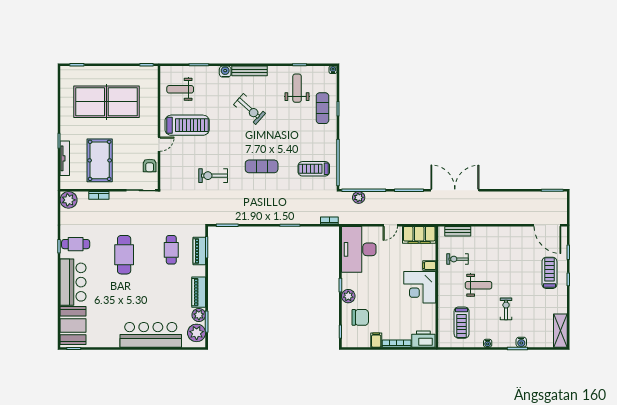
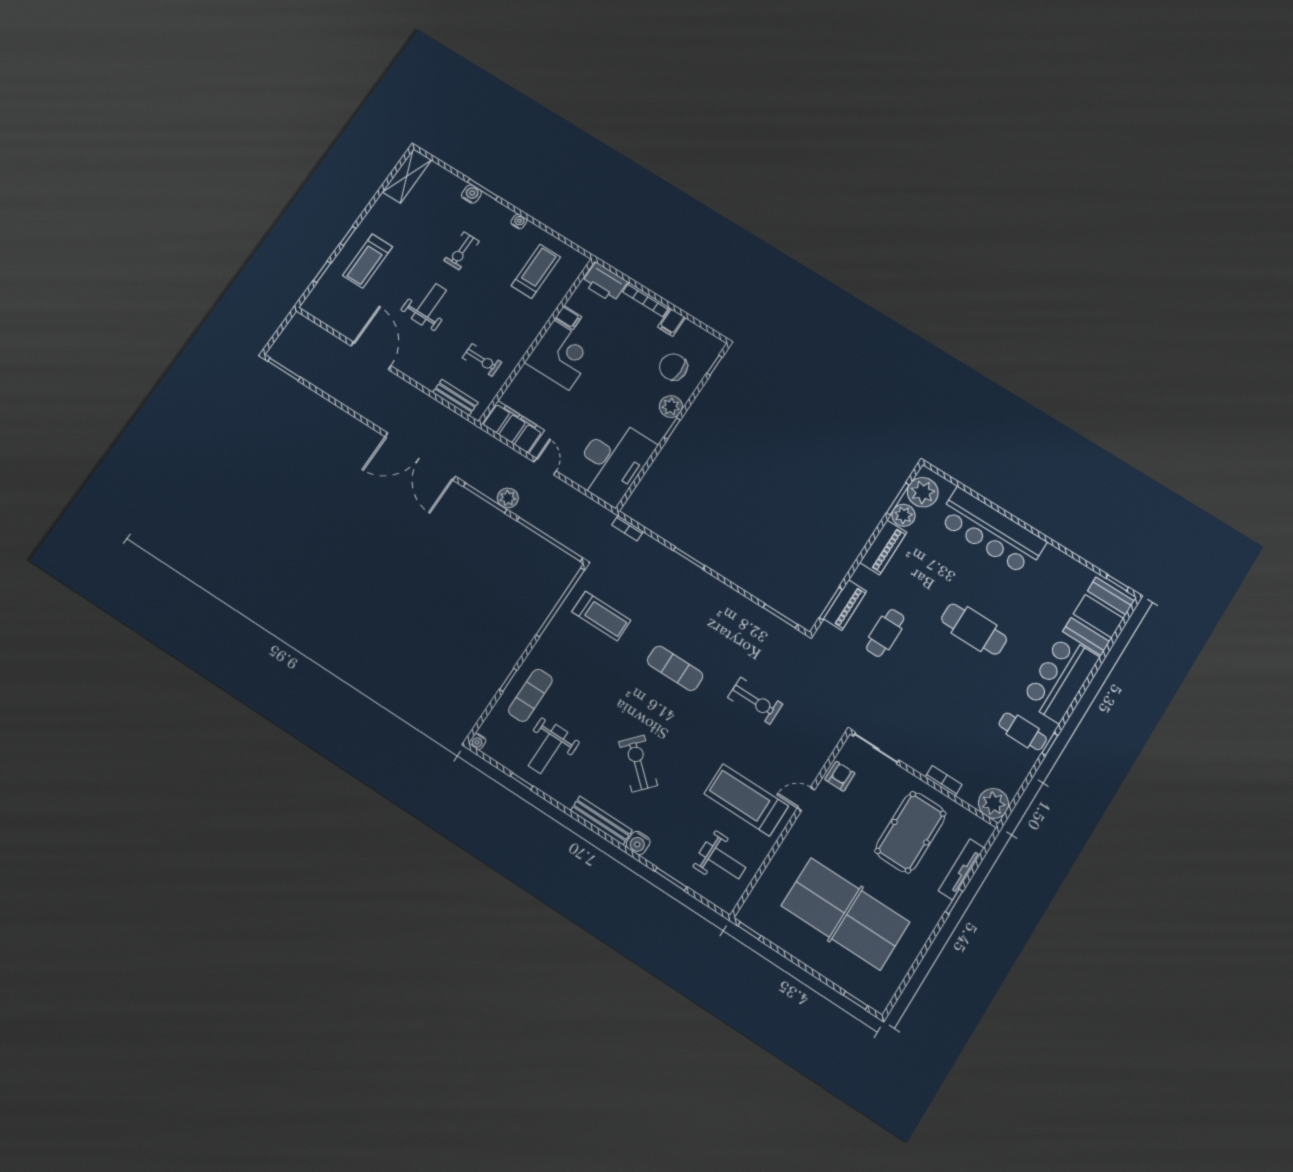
plant: (359, 197) -> (508, 498), moved
door: (390, 225) -> (545, 466), hinge flipped
door: (547, 225) -> (371, 356), moved
cafe table: (124, 255) -> (974, 629), moved, turned 90
filing cabinet: (429, 266) -> (568, 318), moved
weight bench: (479, 285) -> (429, 304), moved, turned 90

